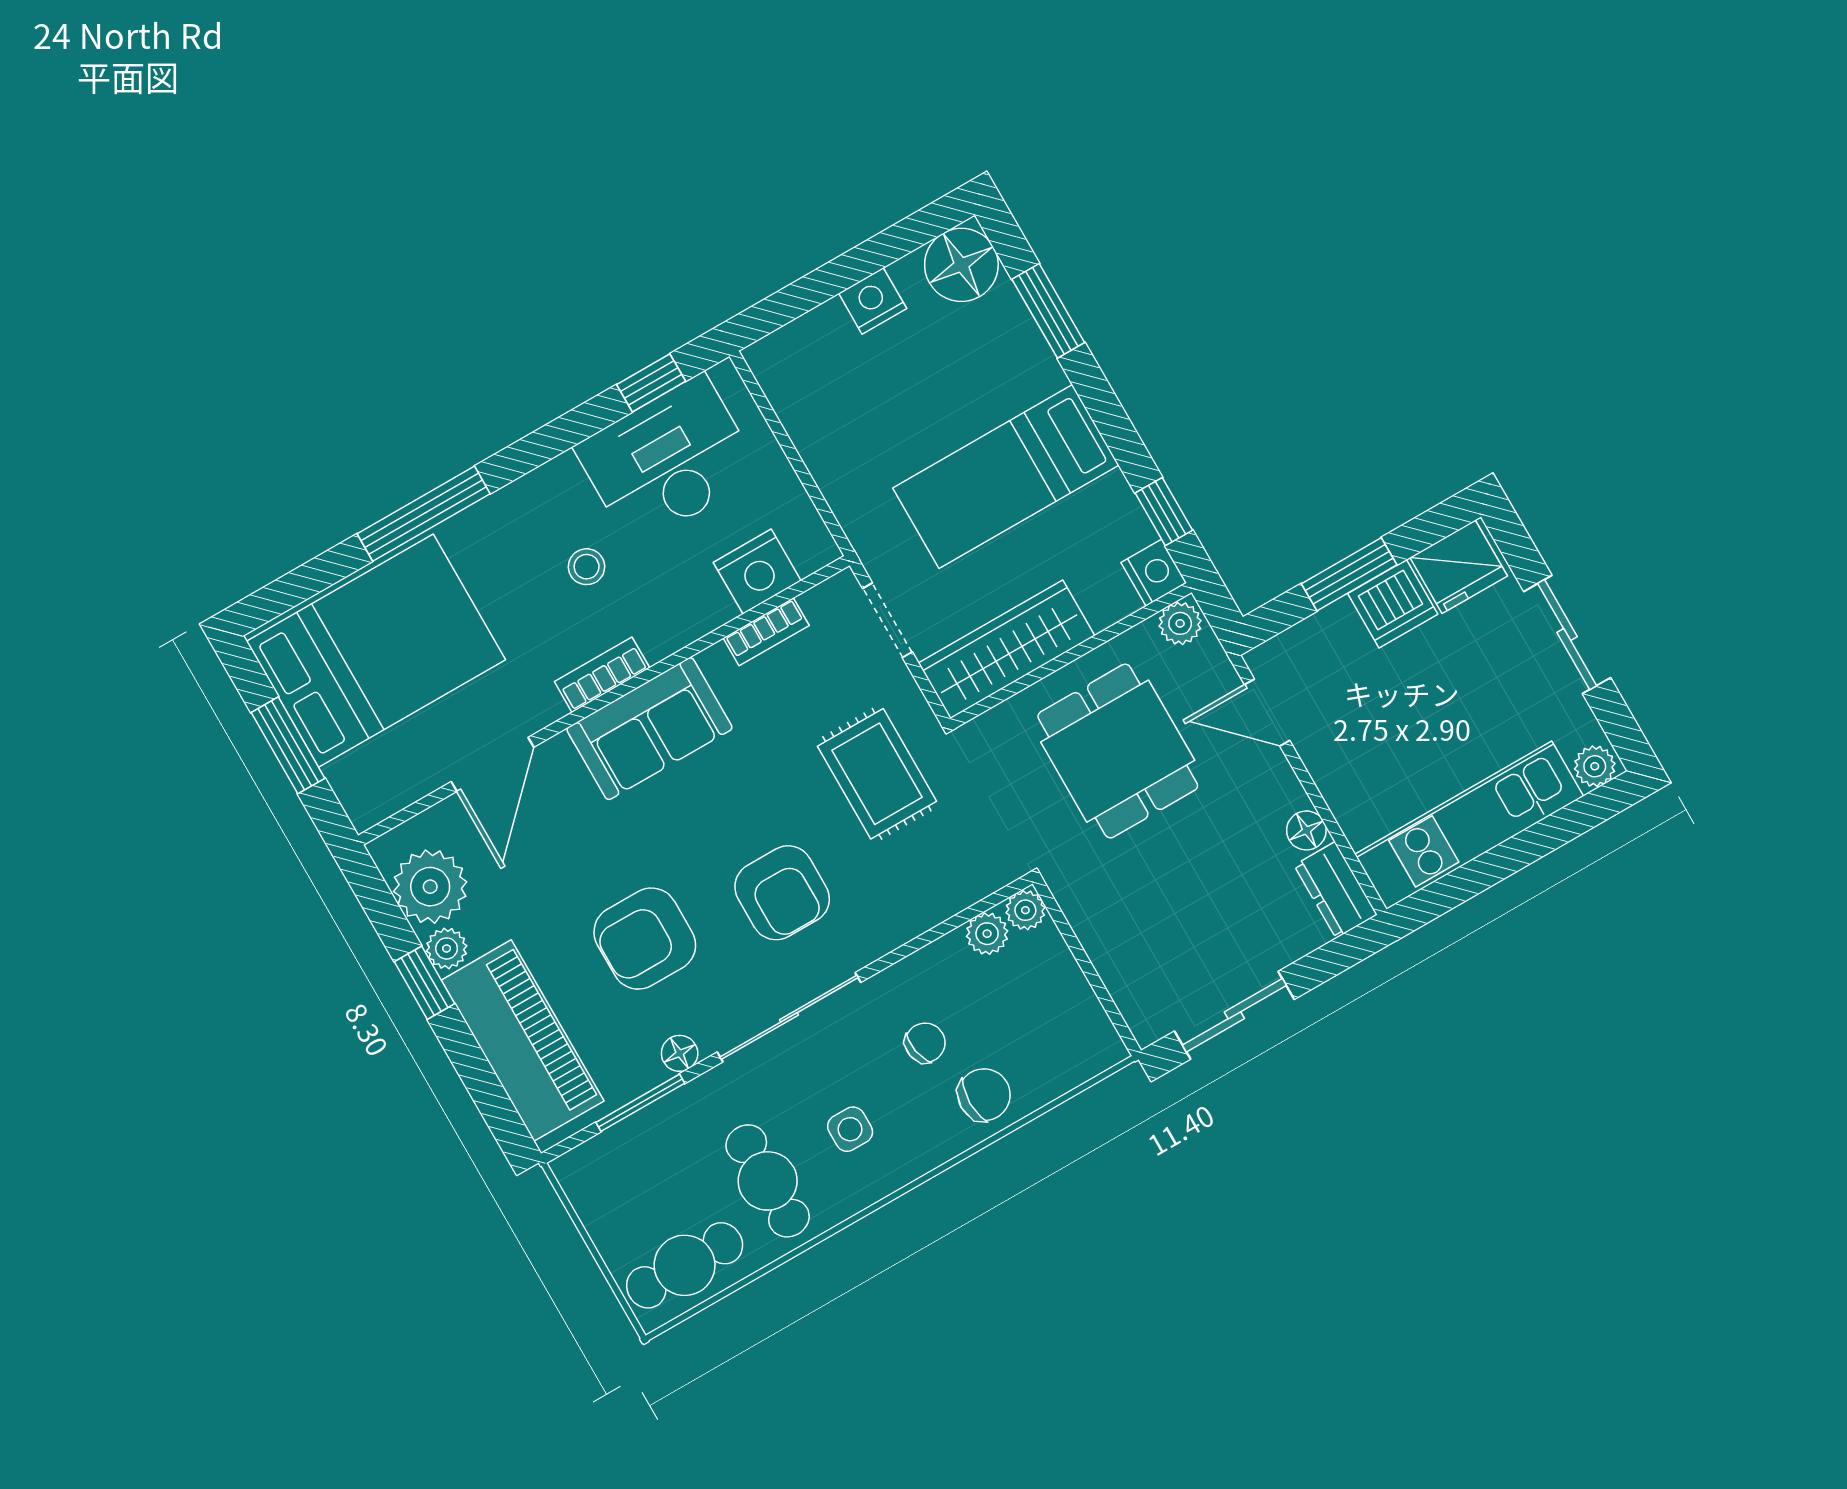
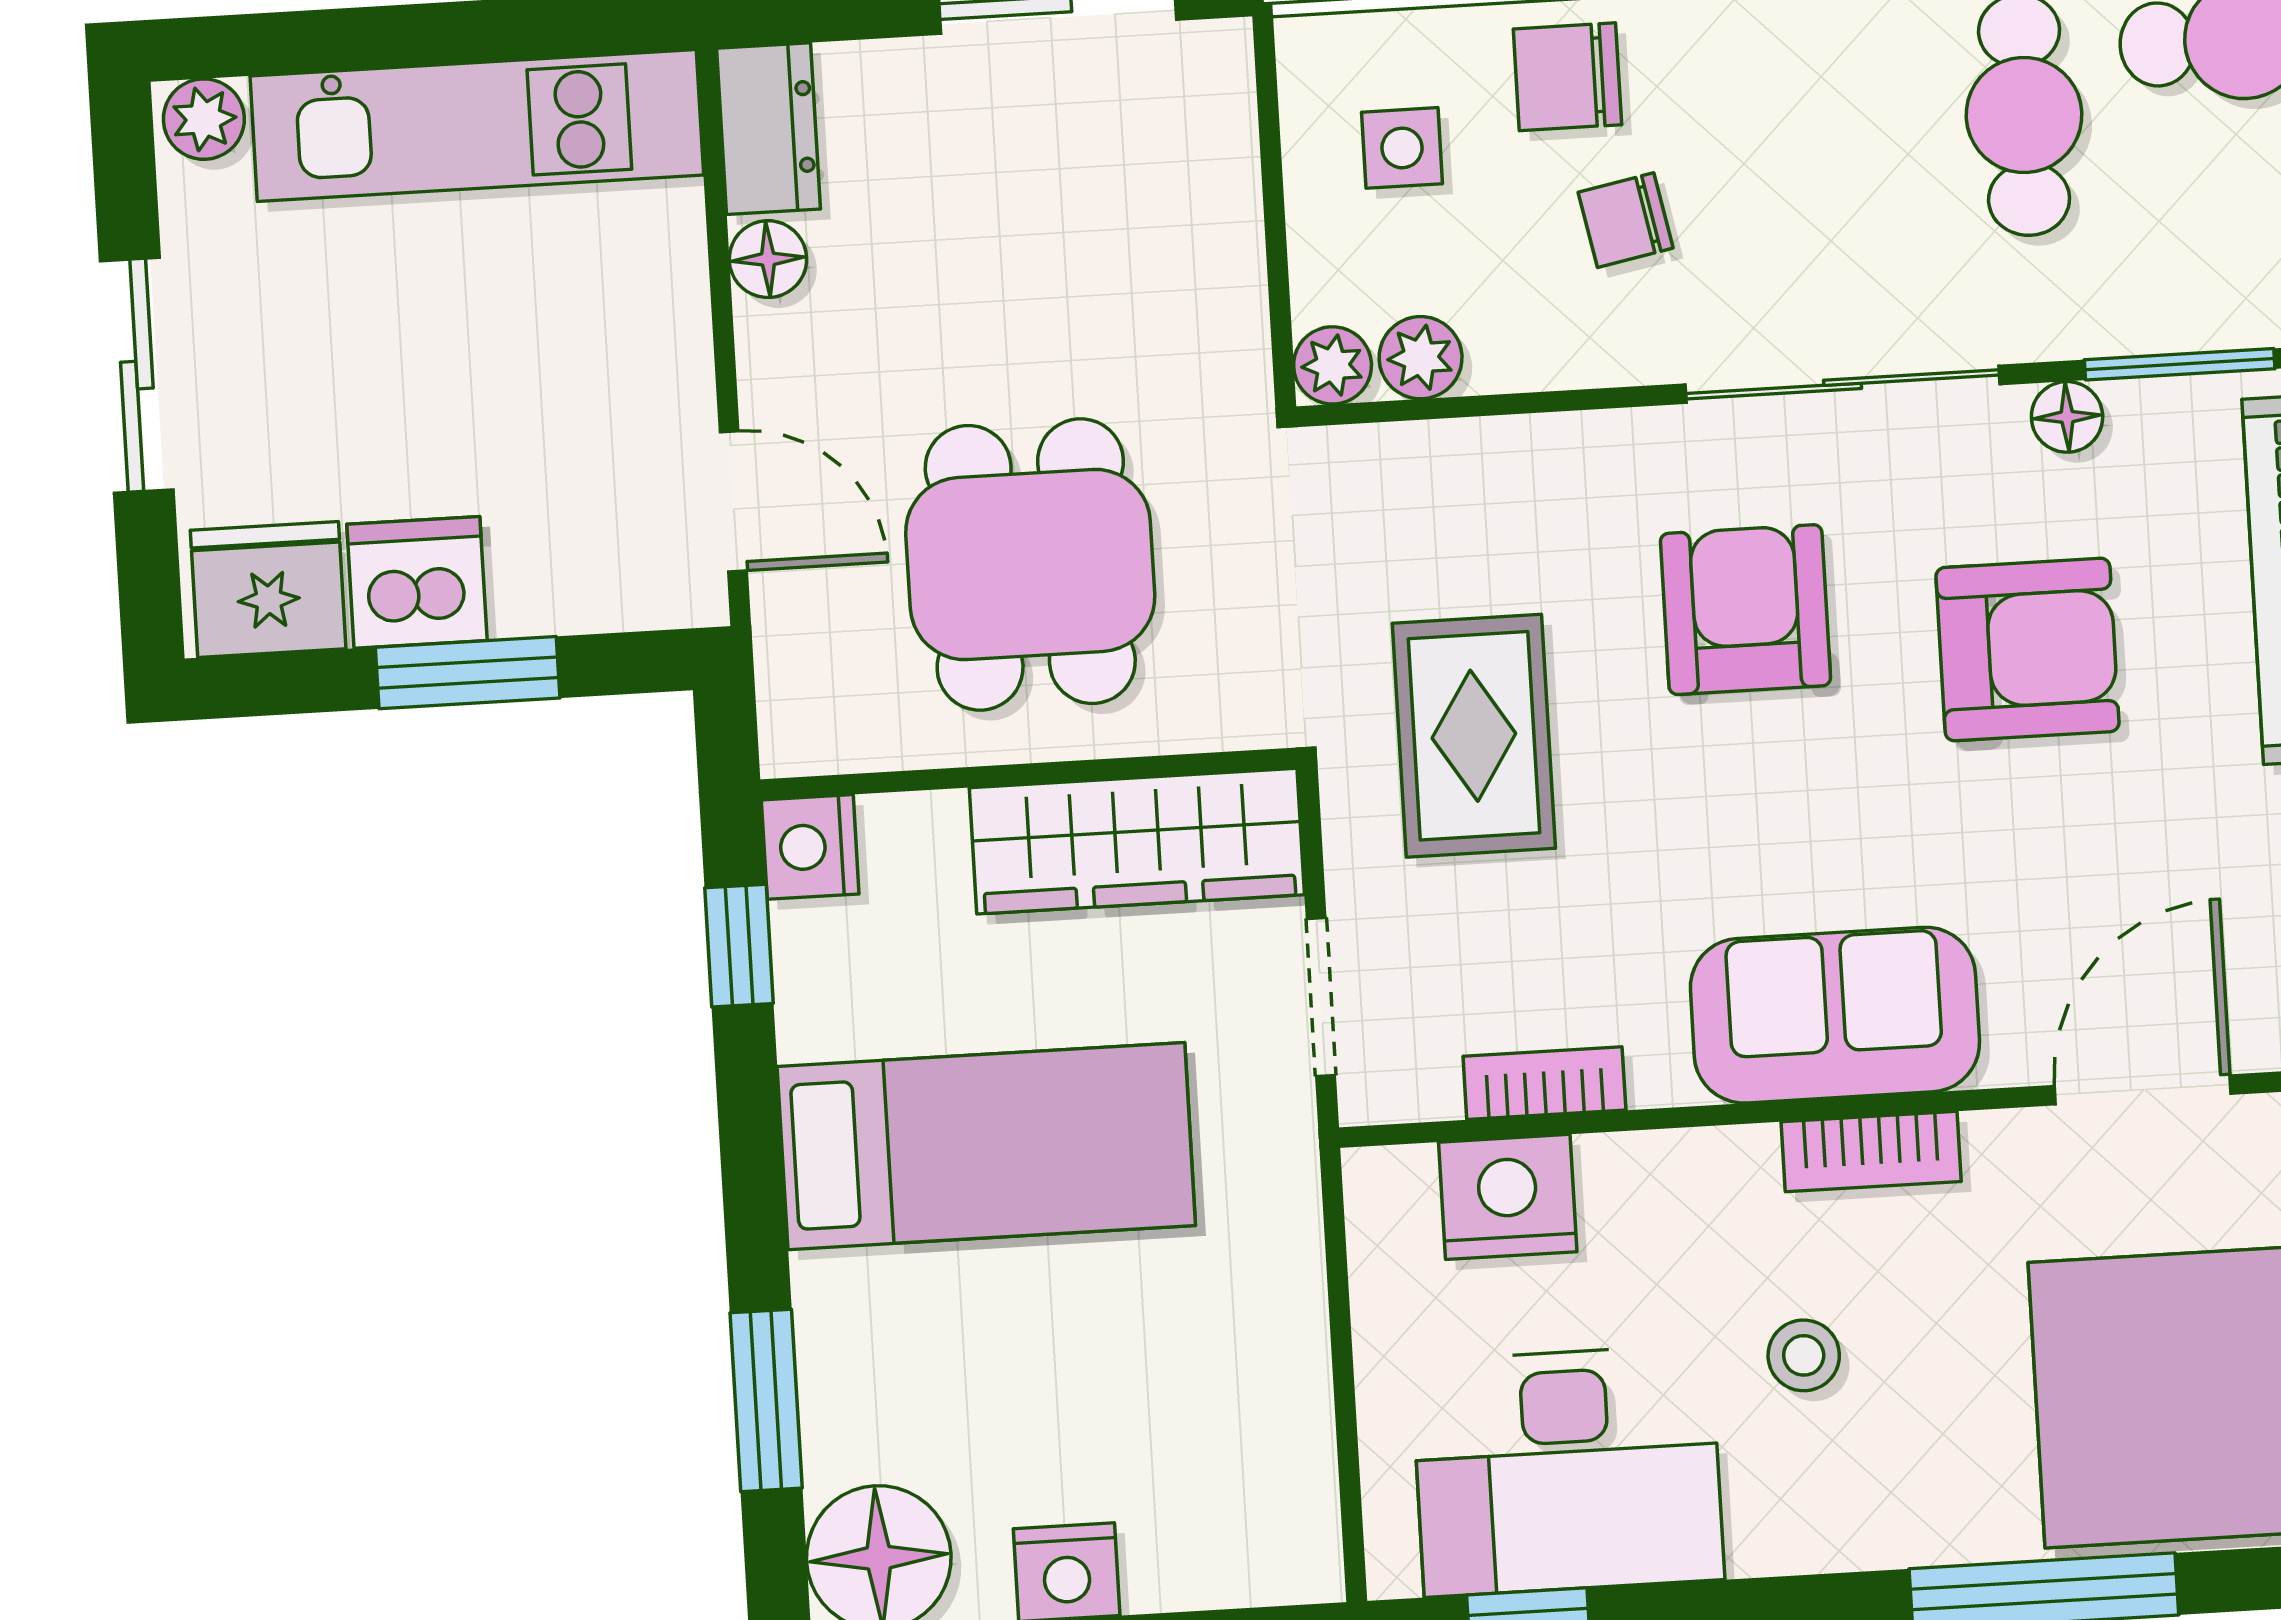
plant: (1180, 623) -> (808, 735), removed
side table: (850, 1129) -> (1402, 148), moved

